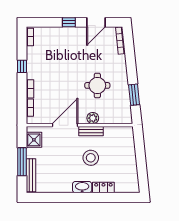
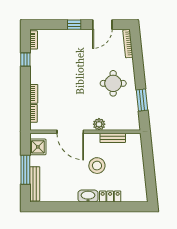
window: (22, 66) -> (25, 59), moved
round table: (97, 85) -> (113, 83), moved
door: (65, 125) -> (70, 132), swing flipped
bench: (91, 131) -> (113, 138), moved

